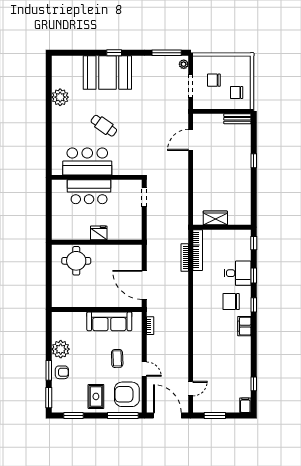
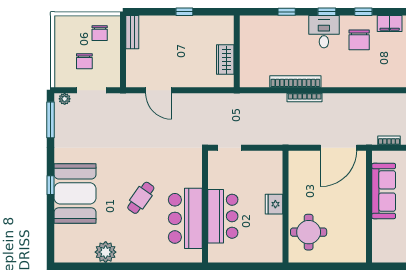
wardrobe: (215, 218) -> (225, 60), moved
wall: (222, 227) -> (237, 51), moved

